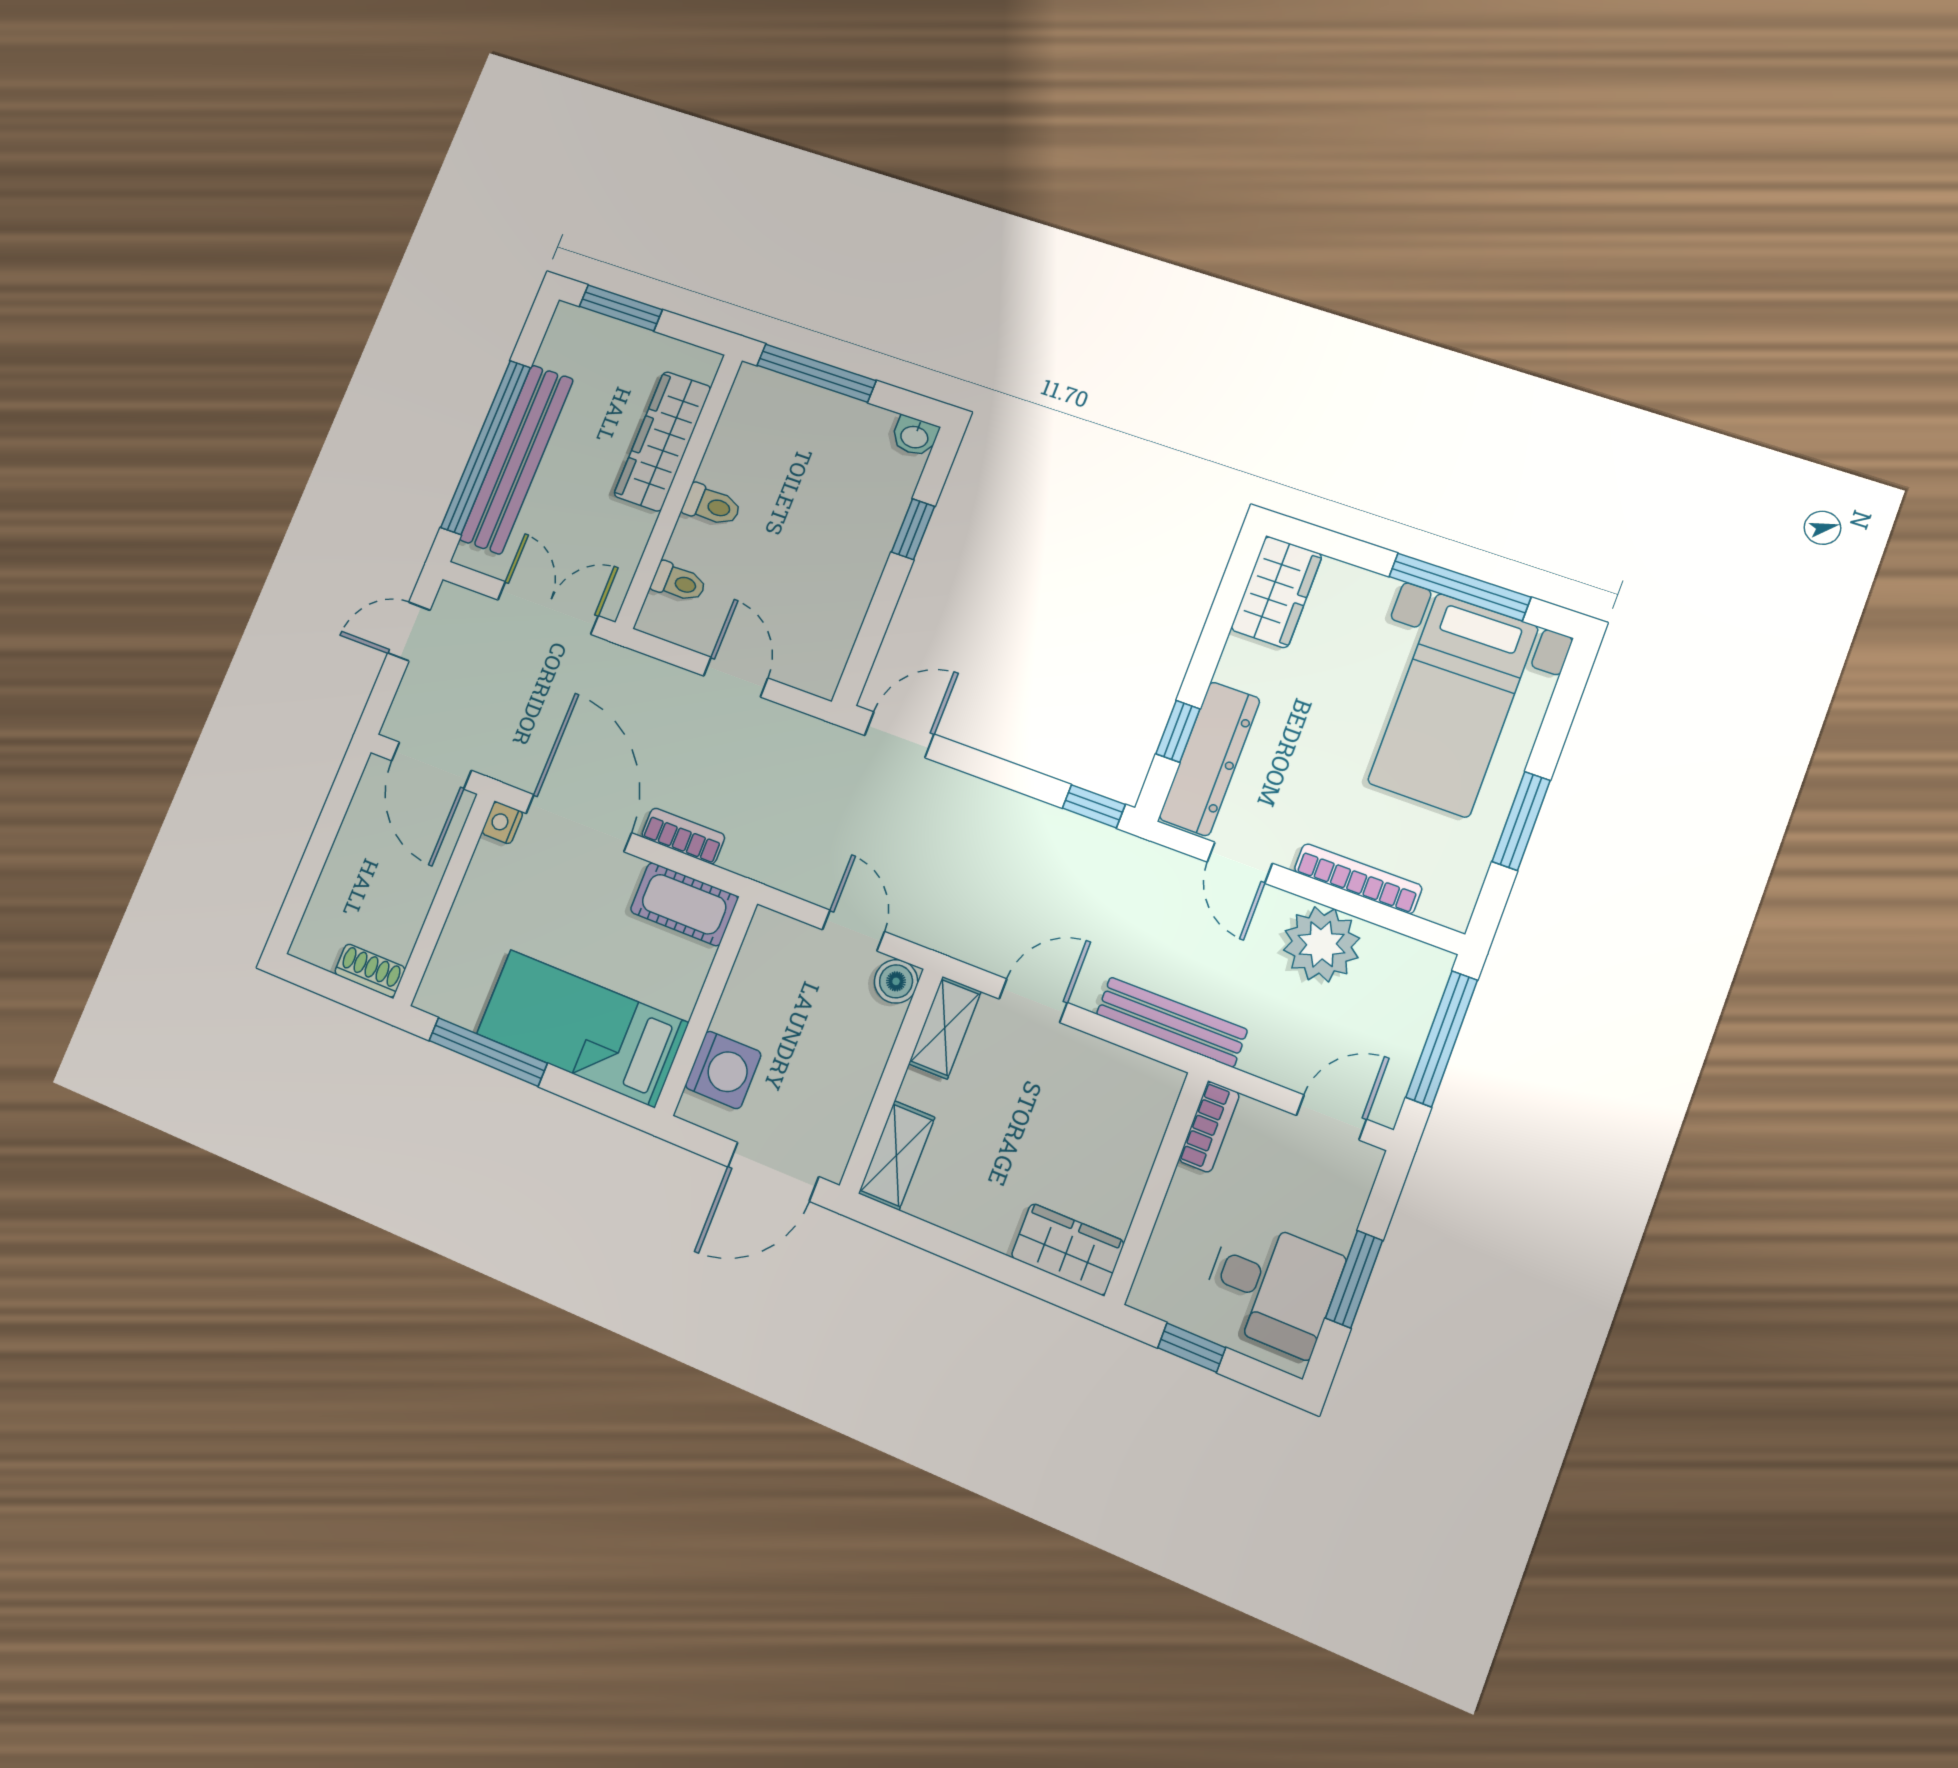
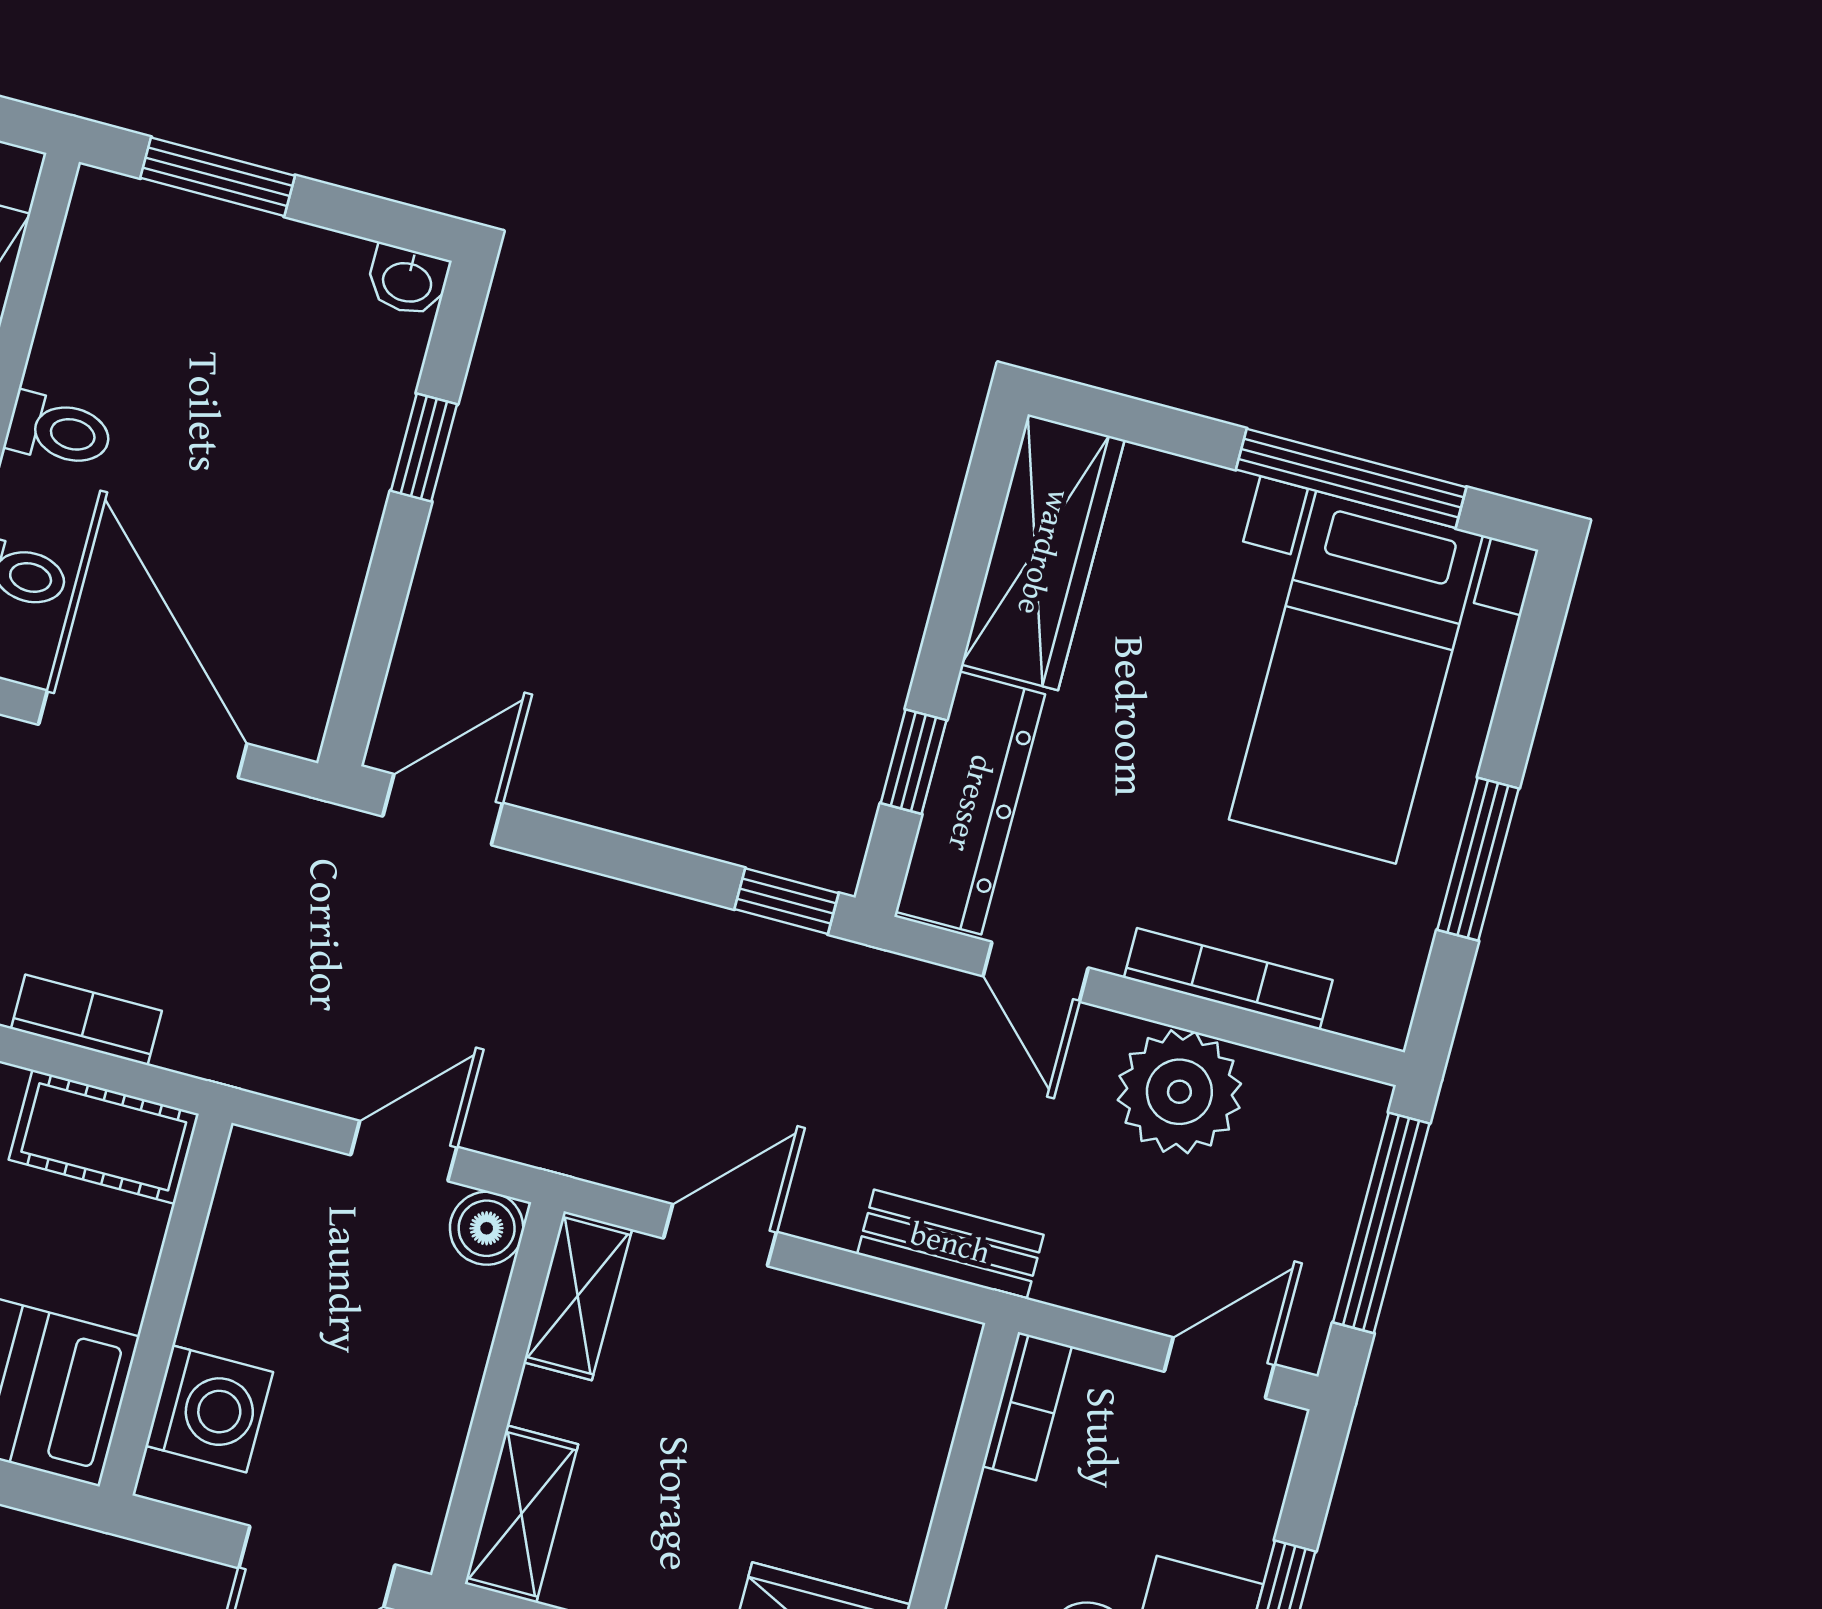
window: (816, 373) -> (218, 177), width x0.69
wardrobe: (1276, 592) -> (1043, 552), width x1.50
door: (736, 677) -> (143, 734), width x1.88
door: (853, 931) -> (404, 1151), hinge flipped
bench: (1172, 1022) -> (950, 1244), width x0.73

